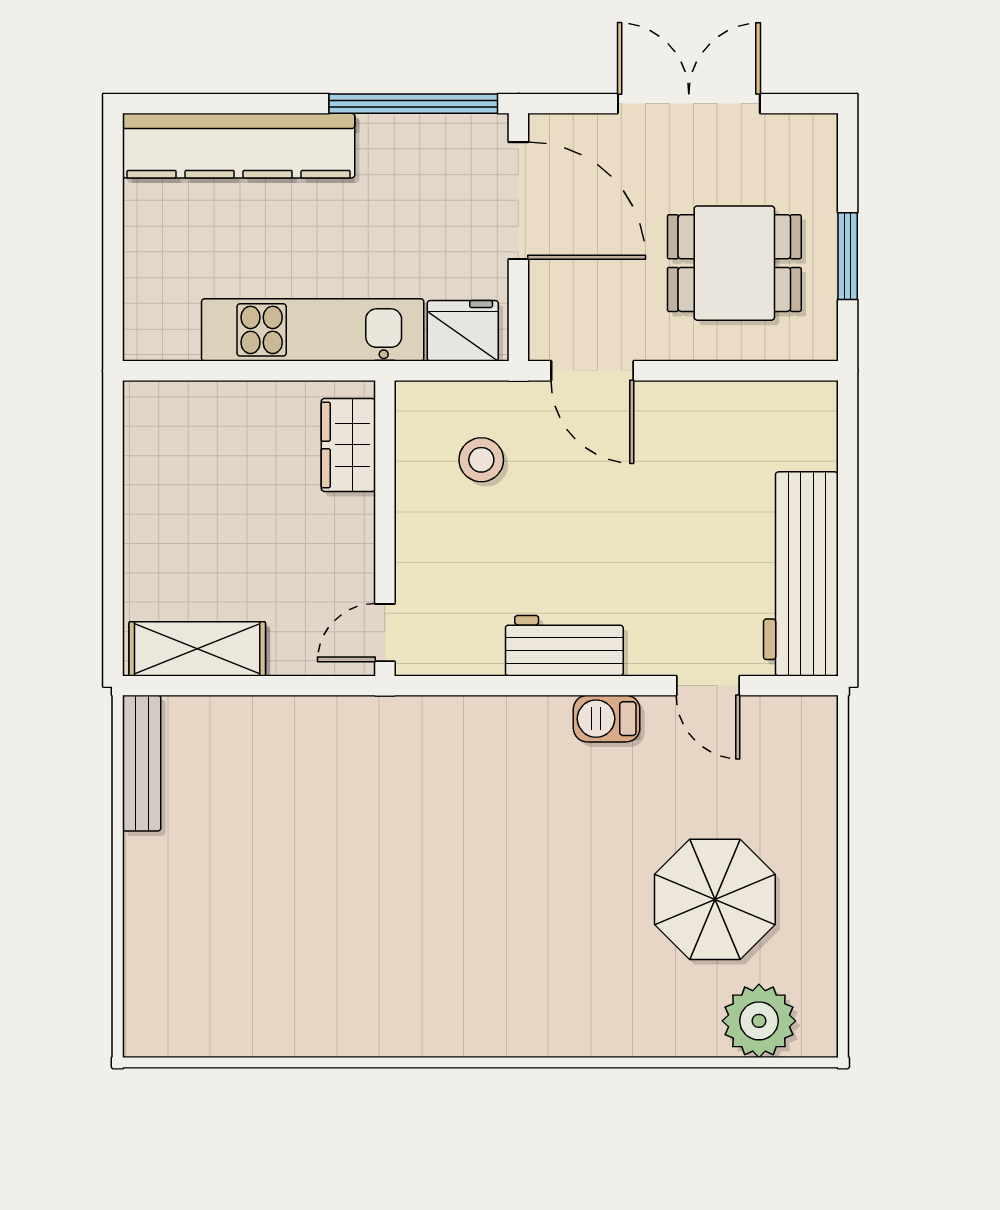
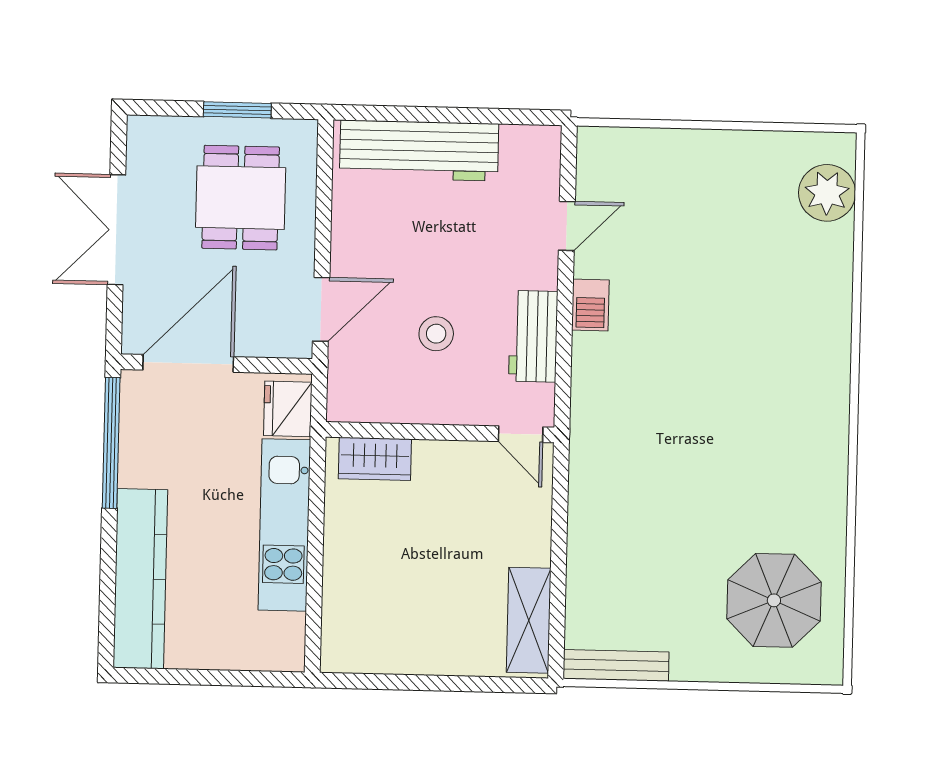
wardrobe: (348, 445) -> (375, 459), moved
stool: (481, 460) -> (436, 334), moved
wall: (385, 528) -> (440, 432), moved
workbench: (801, 574) -> (419, 150), moved
door: (385, 633) -> (521, 434), moved
parasol: (715, 899) -> (774, 600), moved

